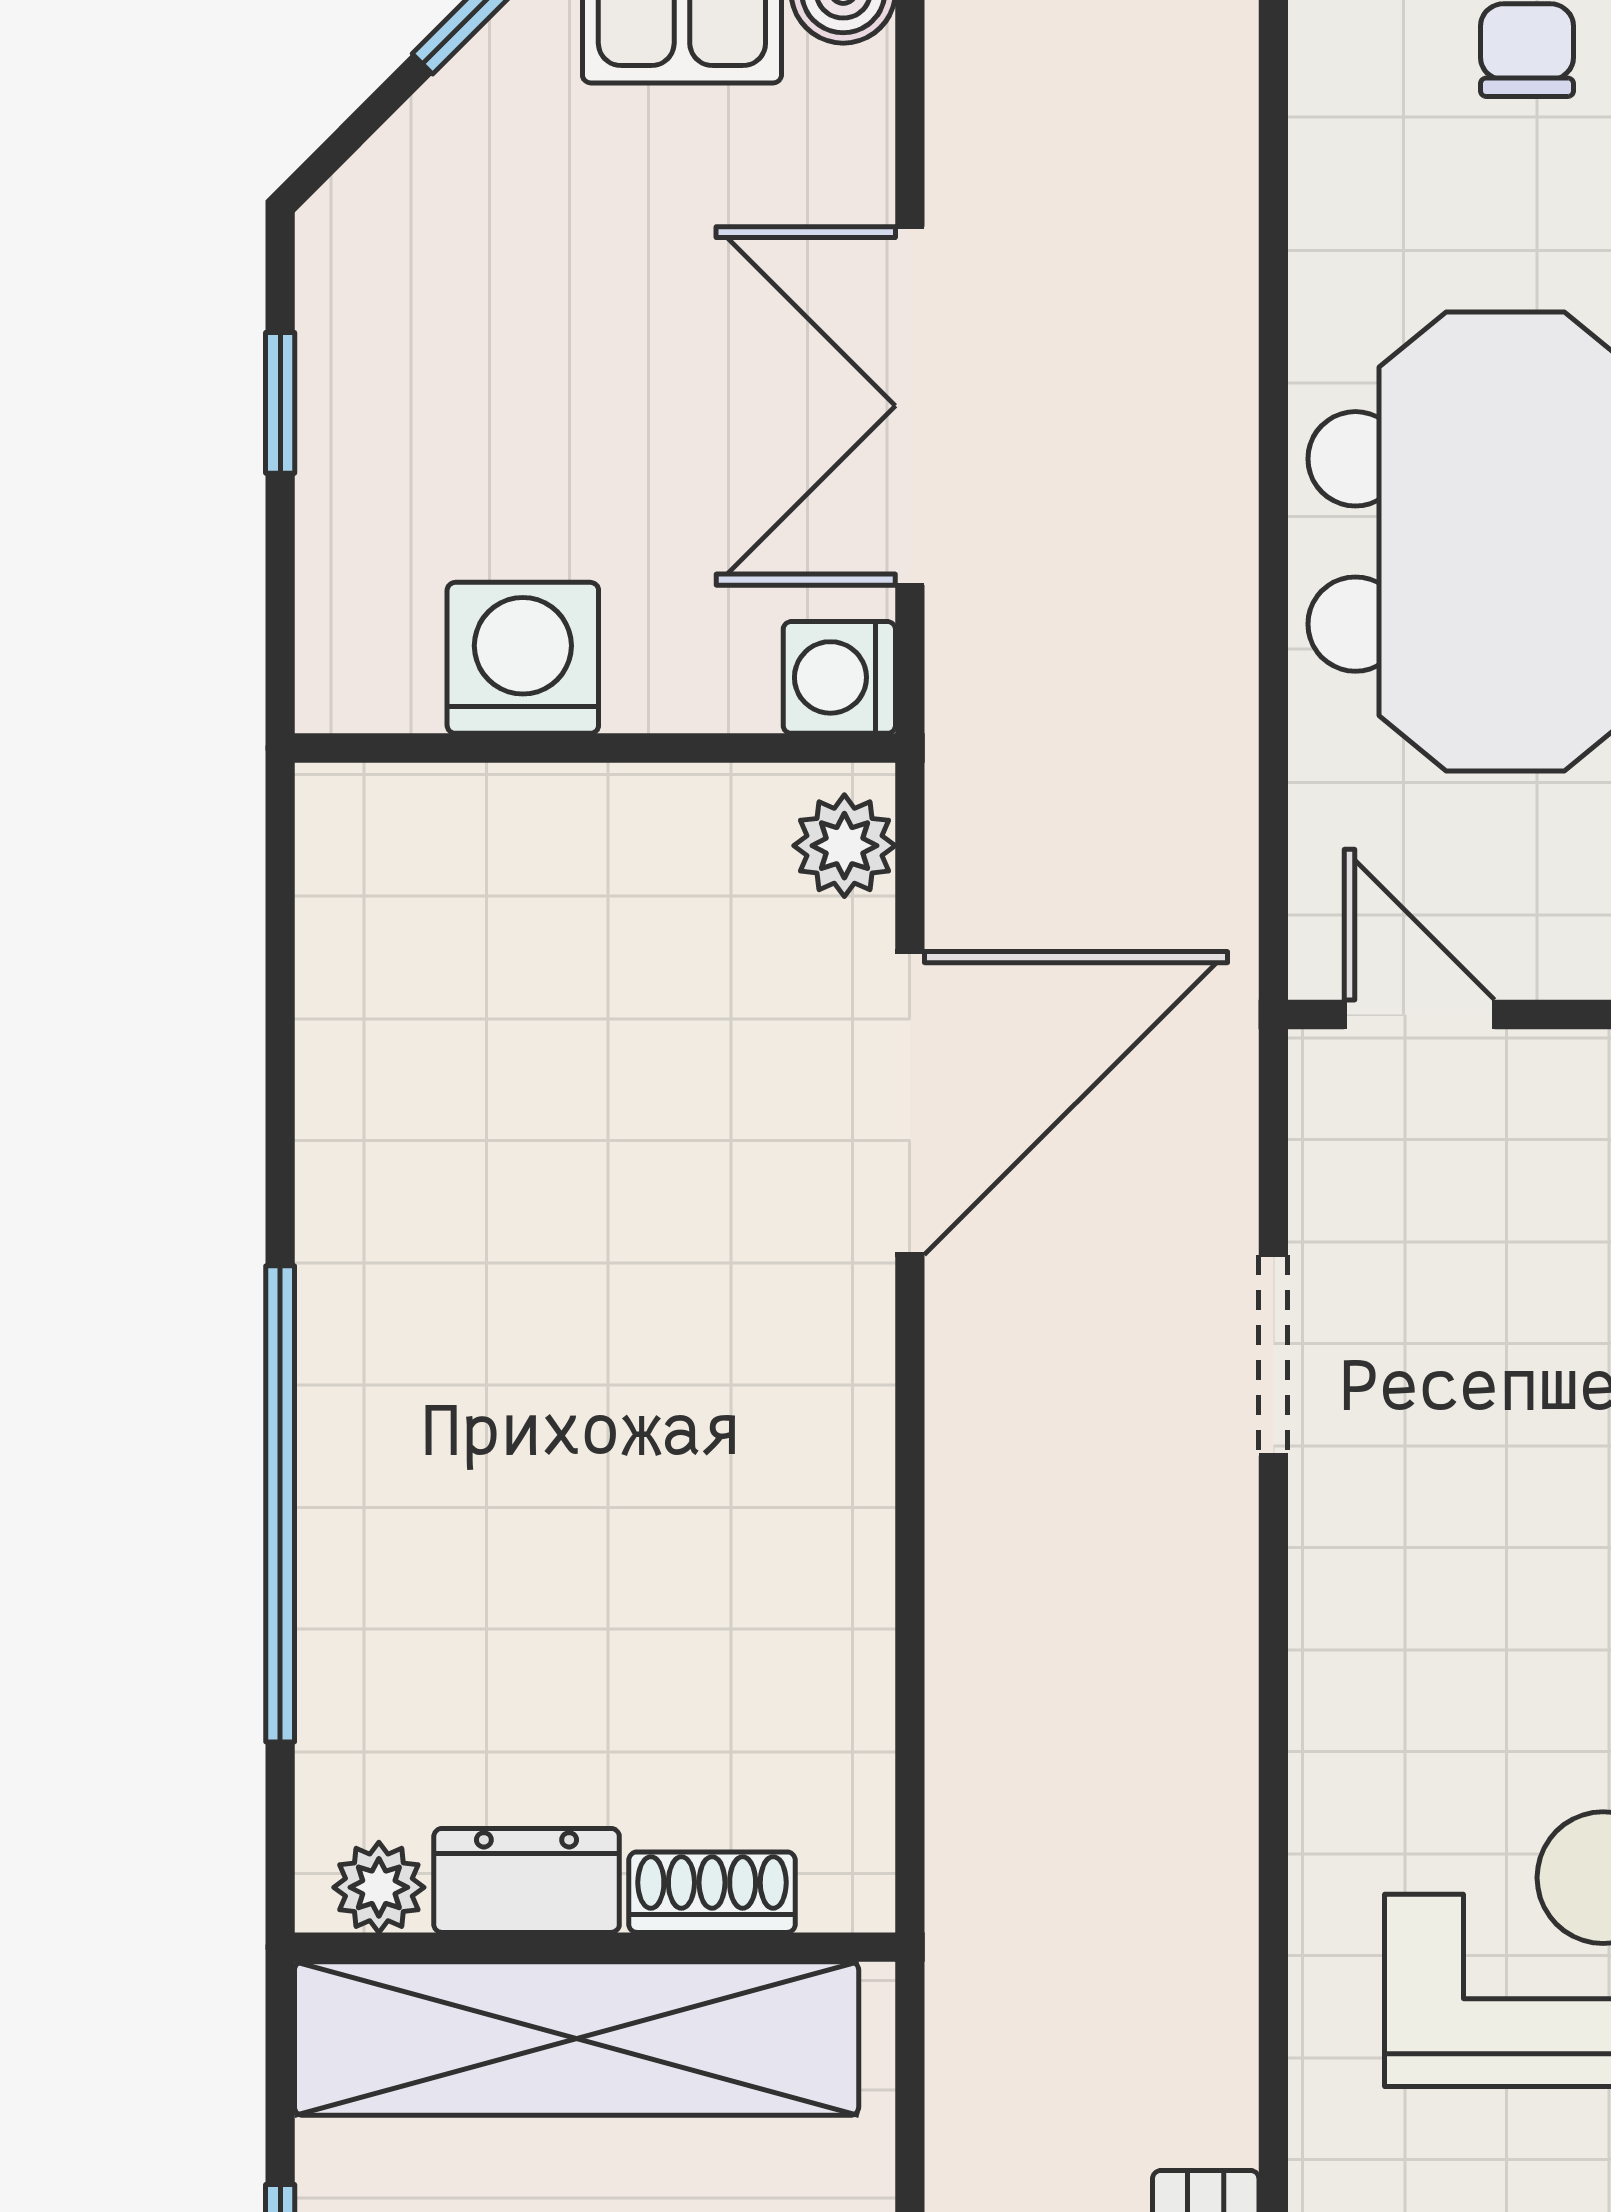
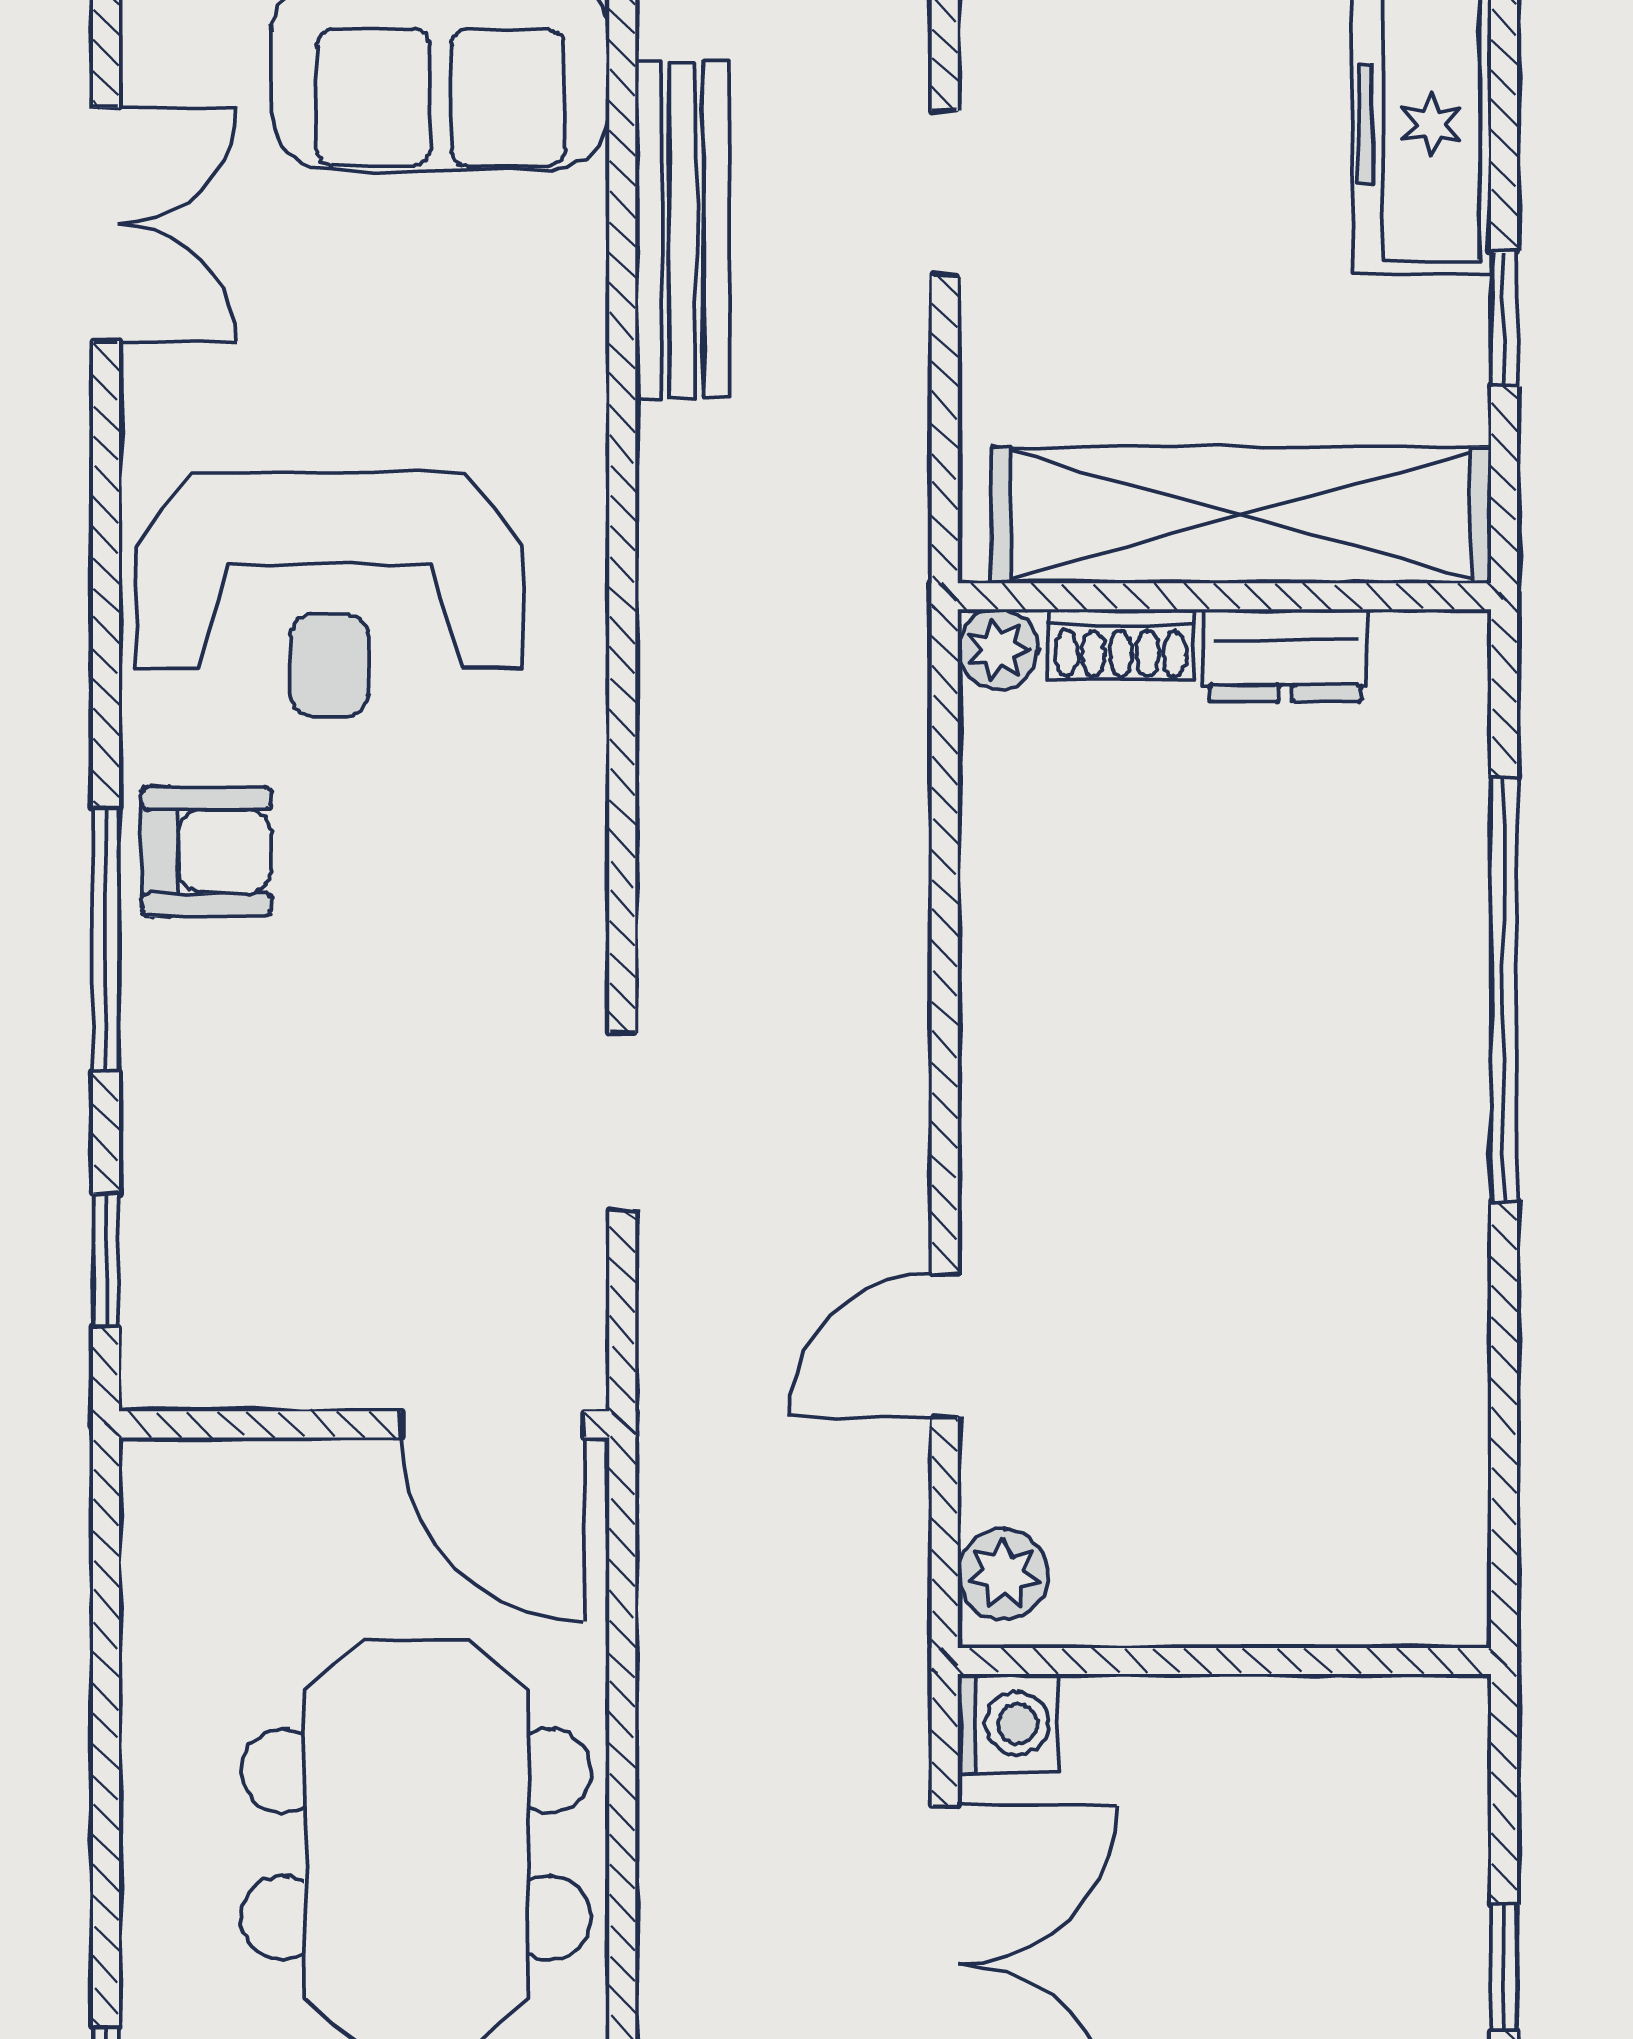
washing machine: (523, 658) -> (1289, 1741), removed
door: (1419, 1014) -> (493, 1424), width x1.38
door: (910, 1103) -> (945, 1346), width x0.53
plant: (379, 1887) -> (998, 649), moved

